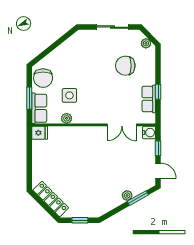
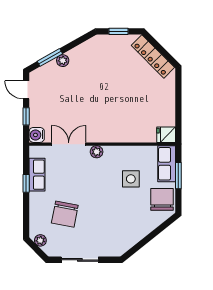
chair: (125, 66) -> (65, 214), turned 101
plant: (67, 118) -> (97, 152), moved

